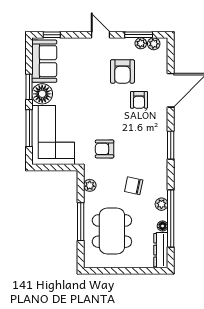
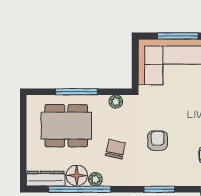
armchair: (105, 149) -> (158, 141), moved
floor lamp: (163, 226) -> (77, 175), width x1.89, depth x1.89

